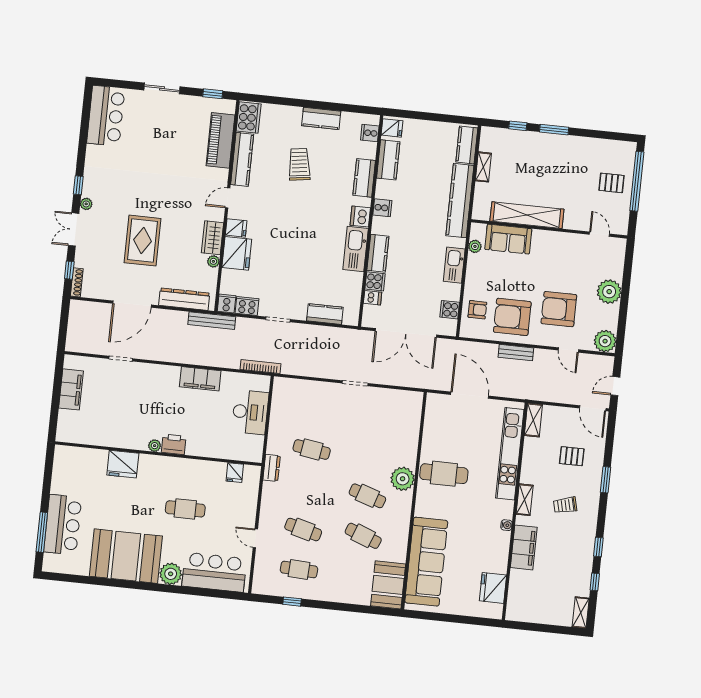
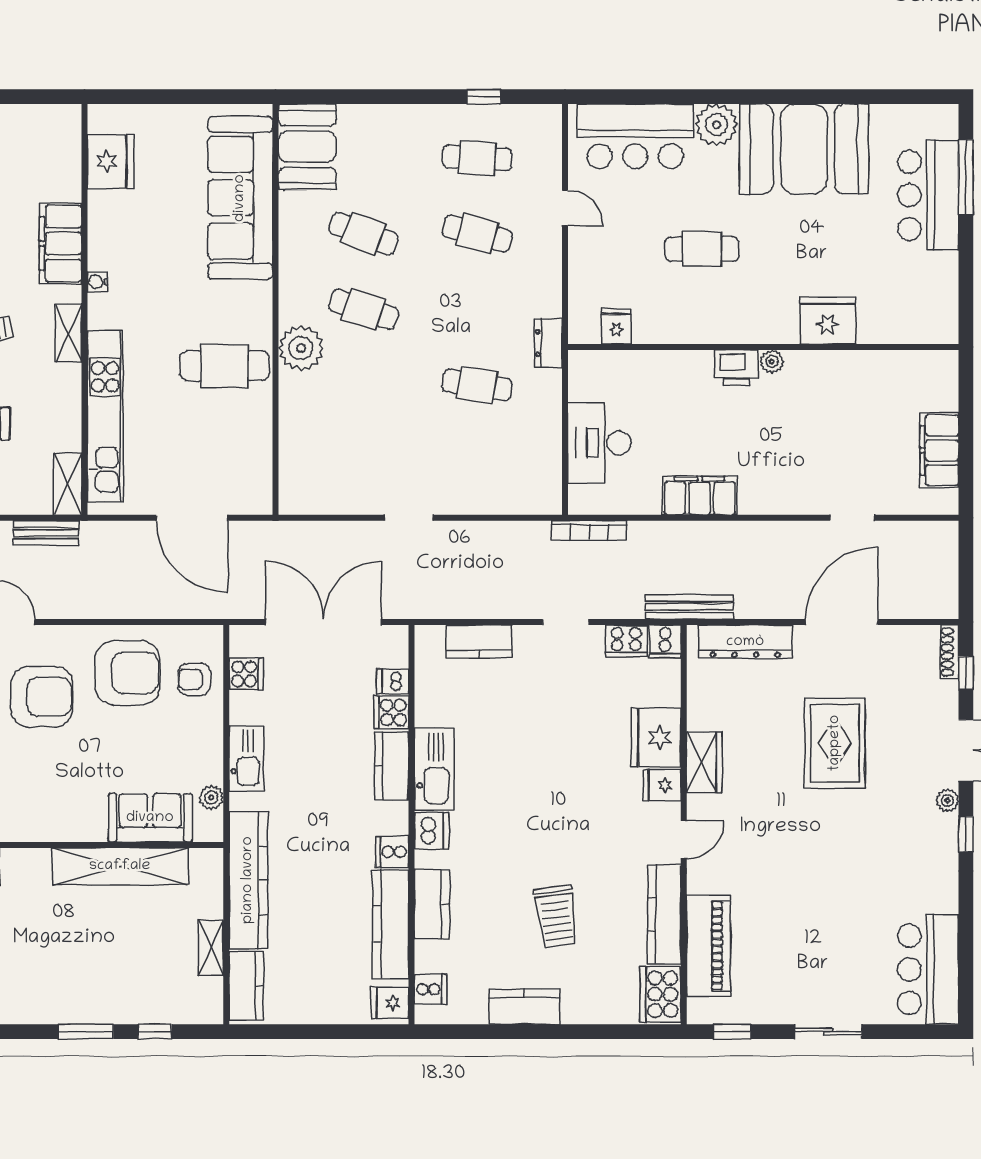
kitchen counter: (388, 160) -> (390, 924), width x1.50
plant: (213, 261) -> (698, 718), removed
bench: (516, 353) -> (46, 533), moved

